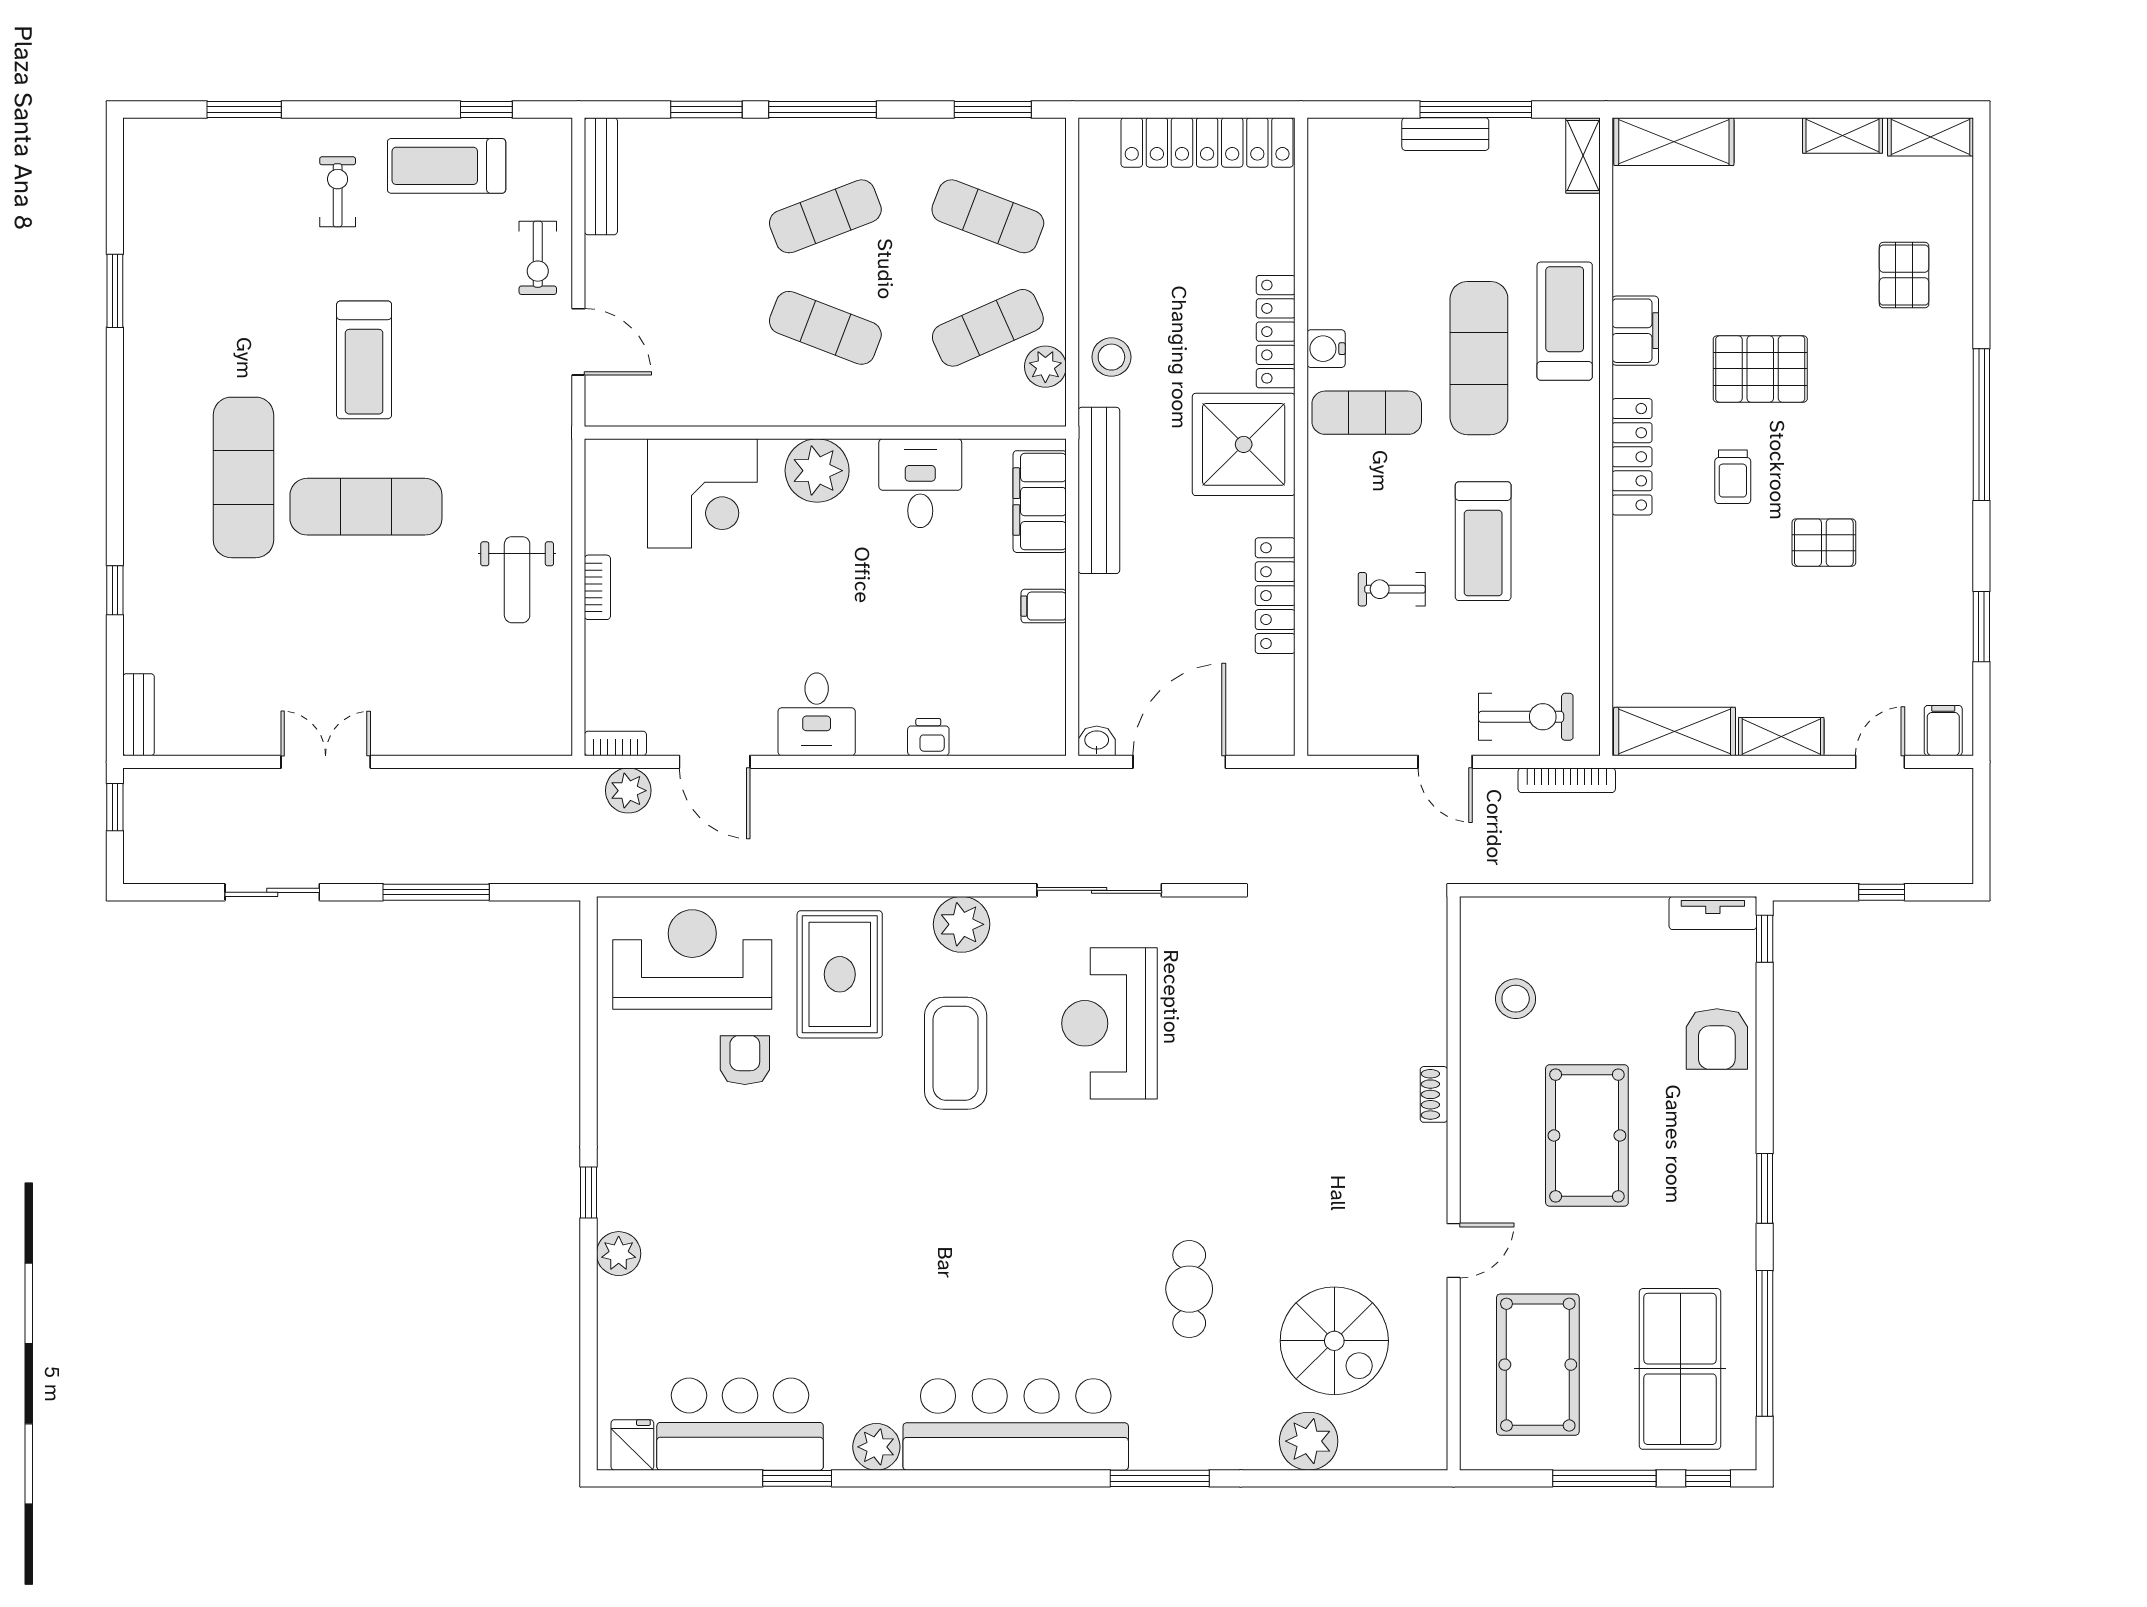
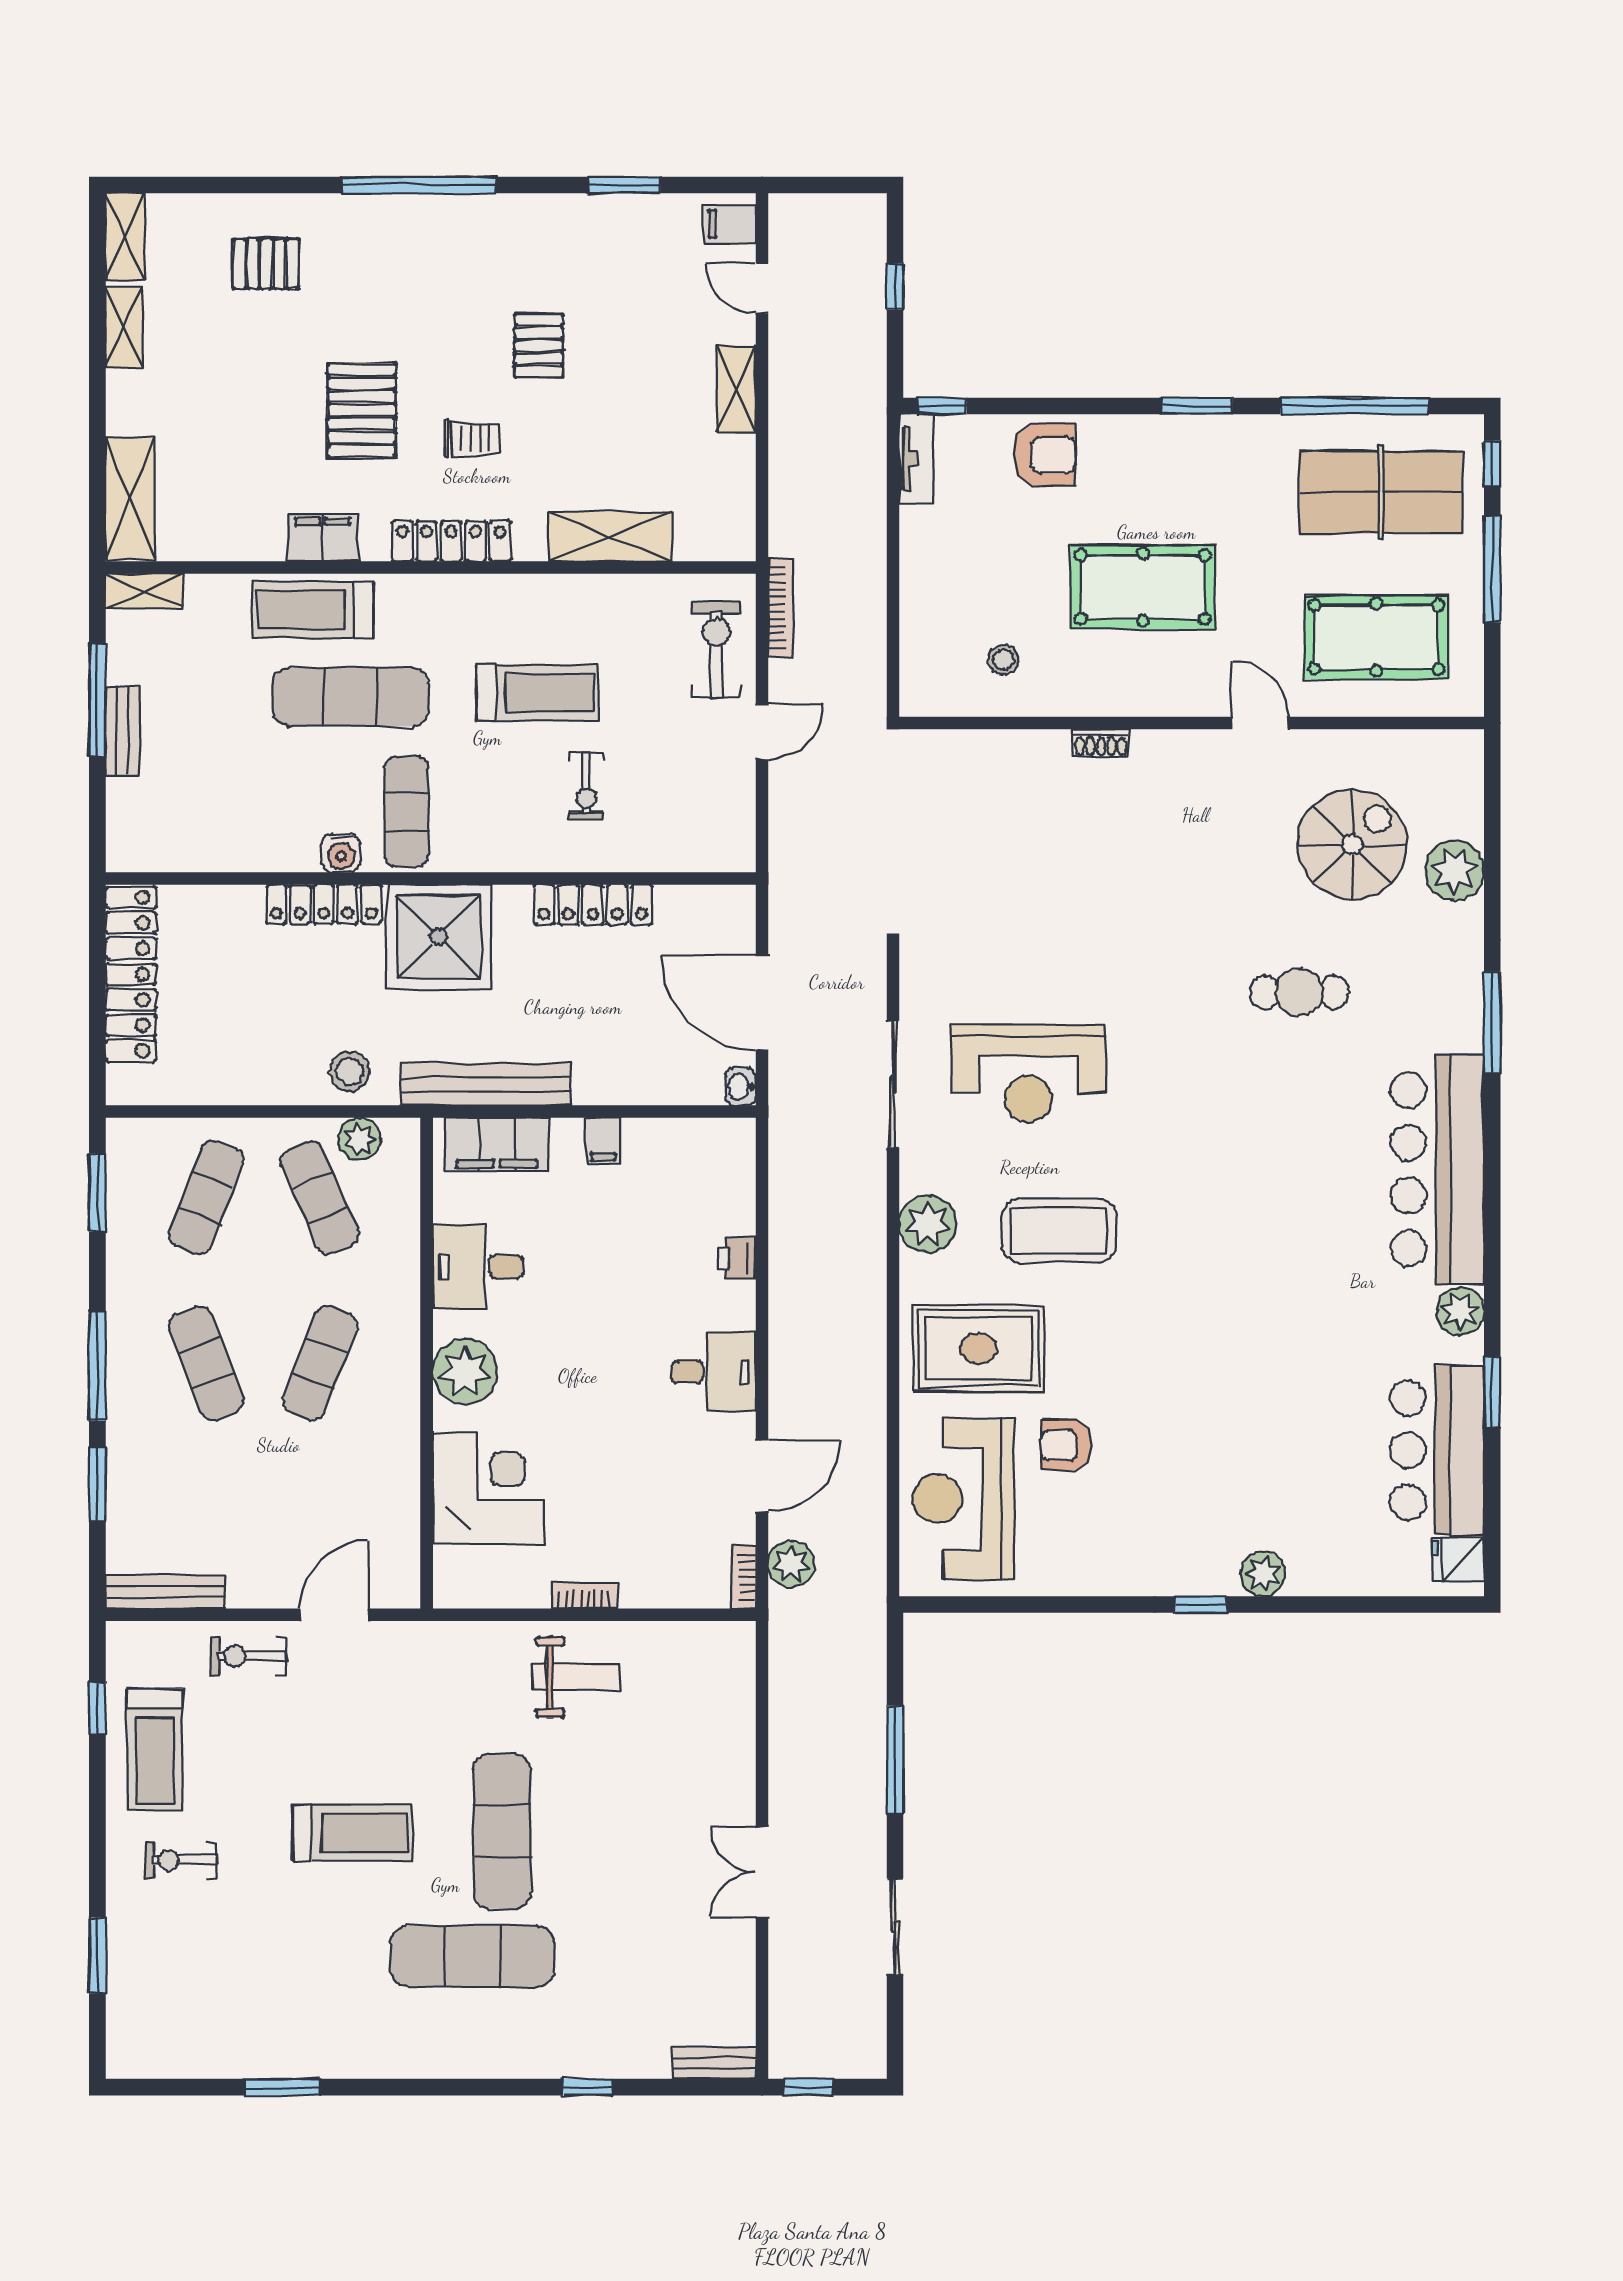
exercise bike: (538, 258) -> (249, 1656), turned 180
shelving: (1675, 731) -> (610, 537), moved, turned 90
stool: (1516, 999) -> (1003, 660), width x0.73, depth x0.73

